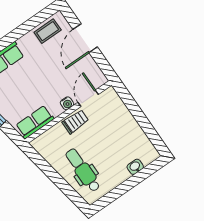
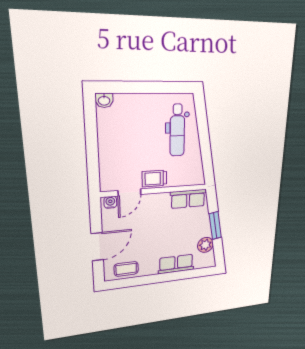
water cooler: (67, 103) -> (110, 202), moved
washbasin: (135, 167) -> (104, 100), moved

